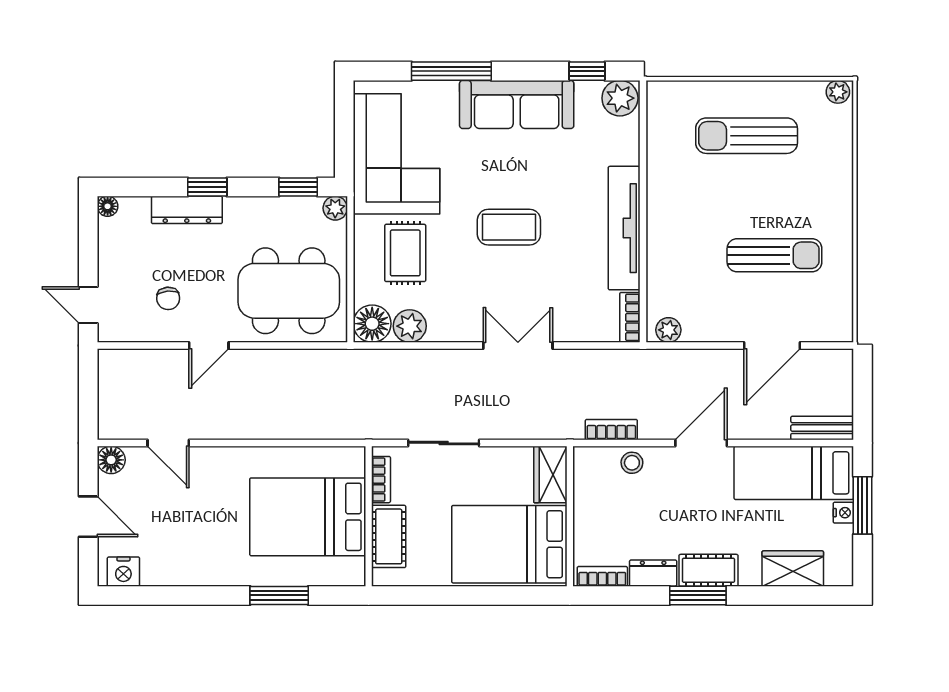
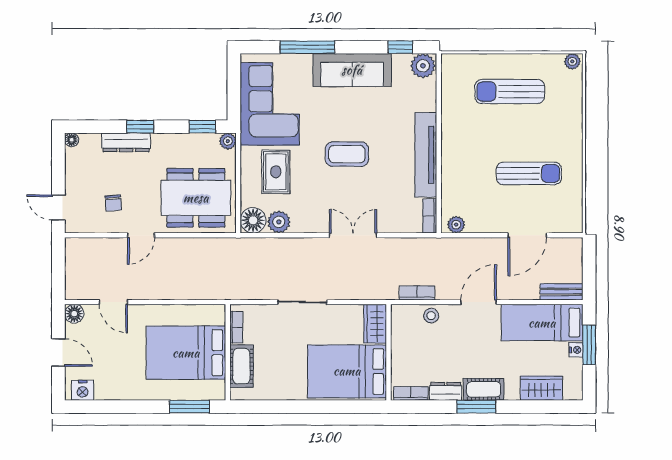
bookcase: (381, 480) -> (236, 327), moved
wall: (369, 516) -> (228, 352), moved
bed: (308, 517) -> (186, 353), moved
cot: (389, 536) -> (241, 366), moved

